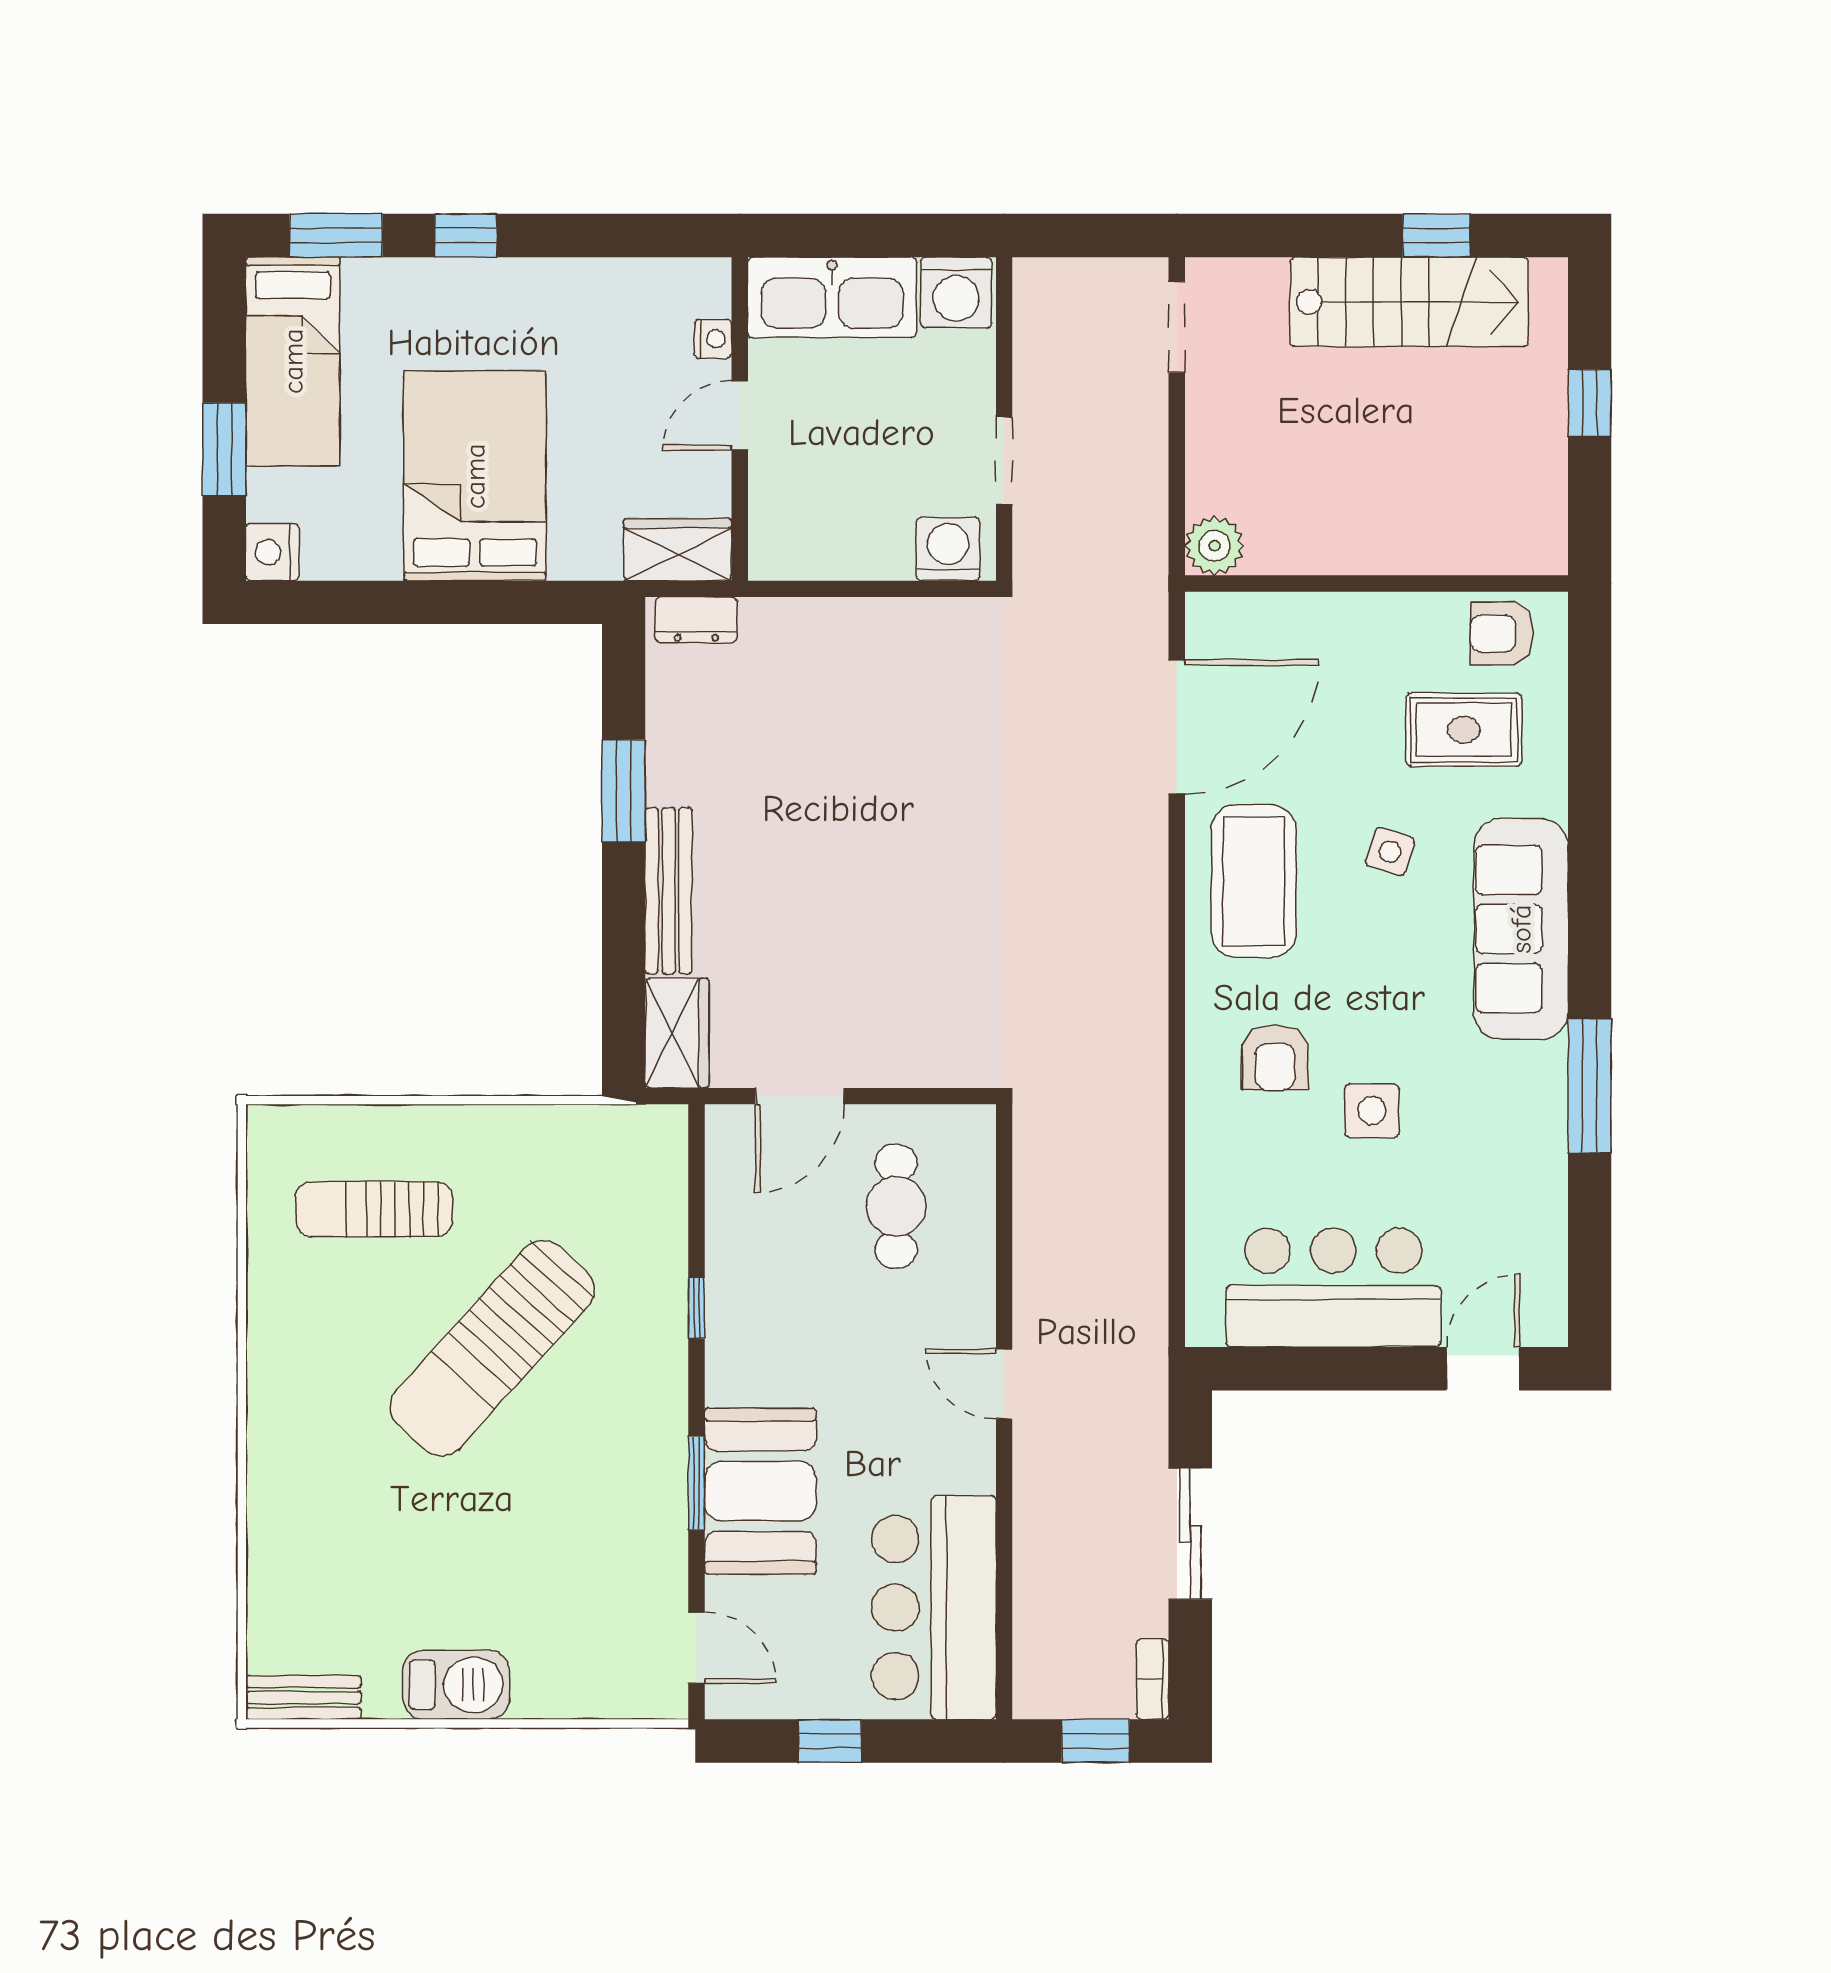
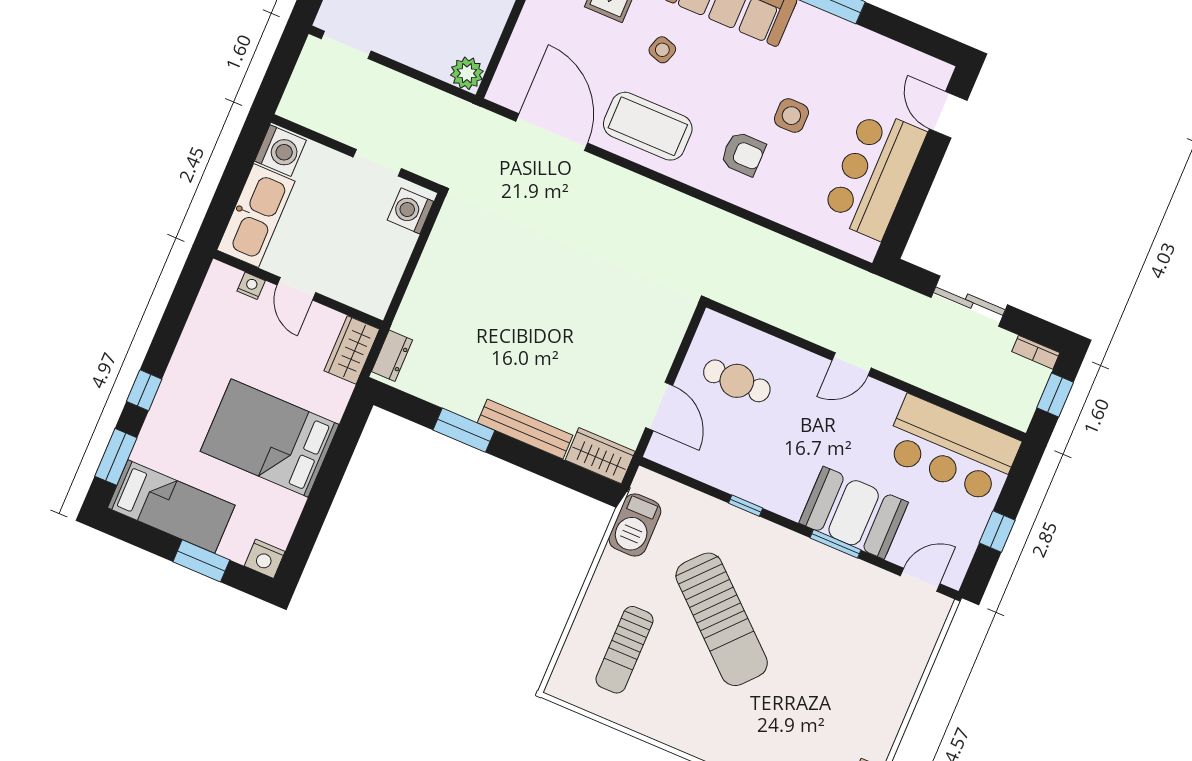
barbecue: (456, 1685) -> (635, 525), moved, turned 180

